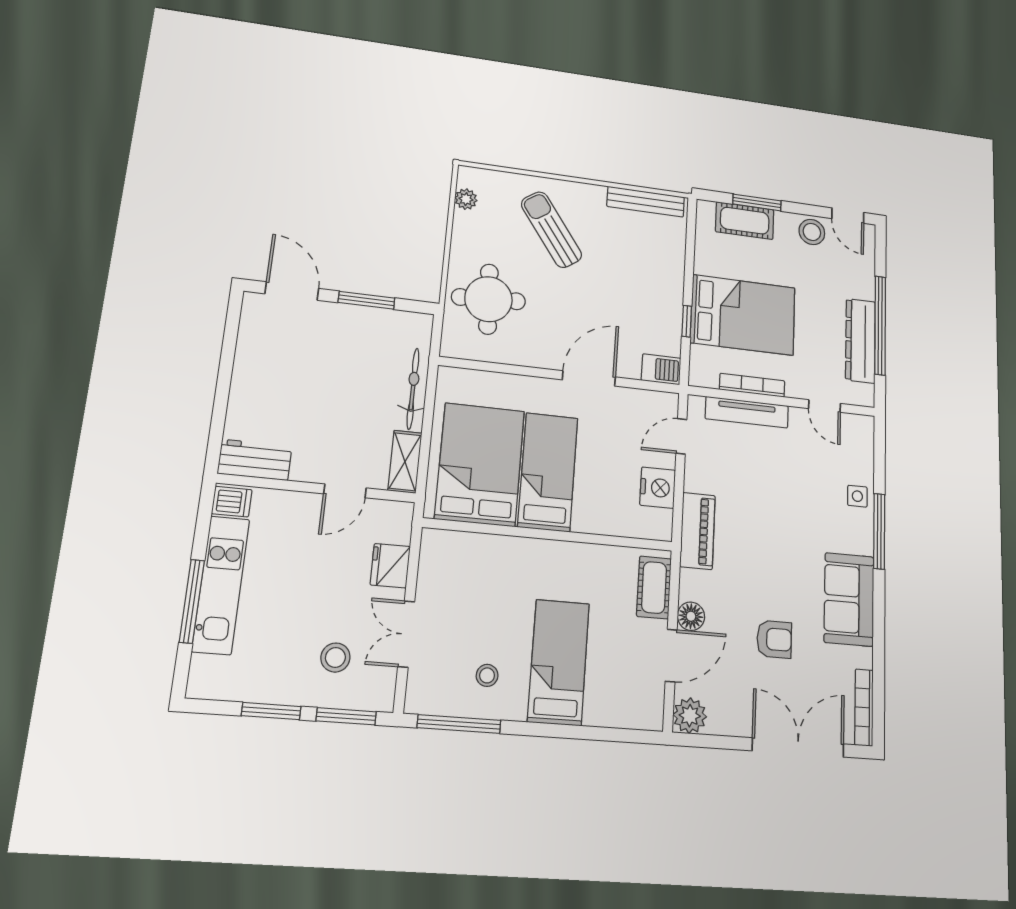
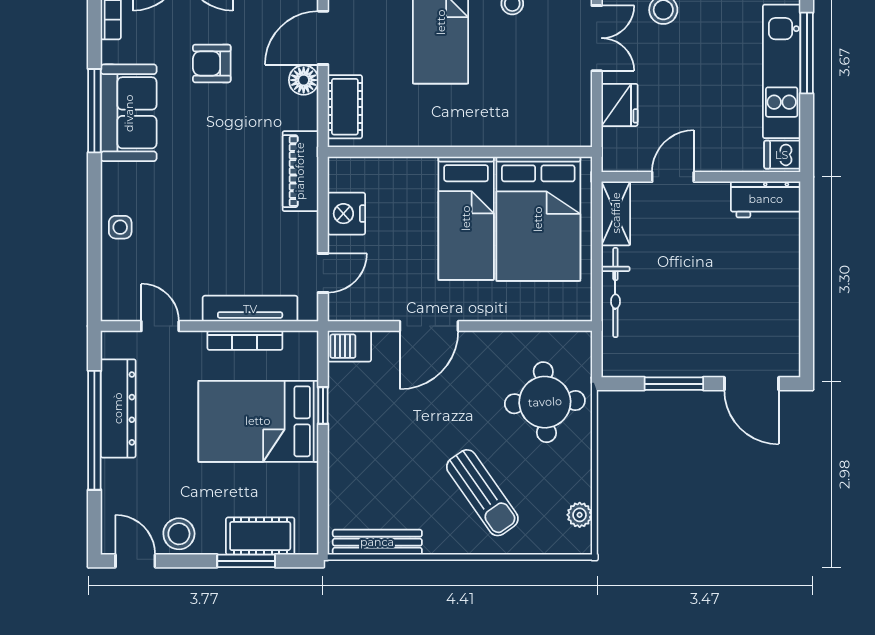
window: (879, 531) -> (94, 111), moved

